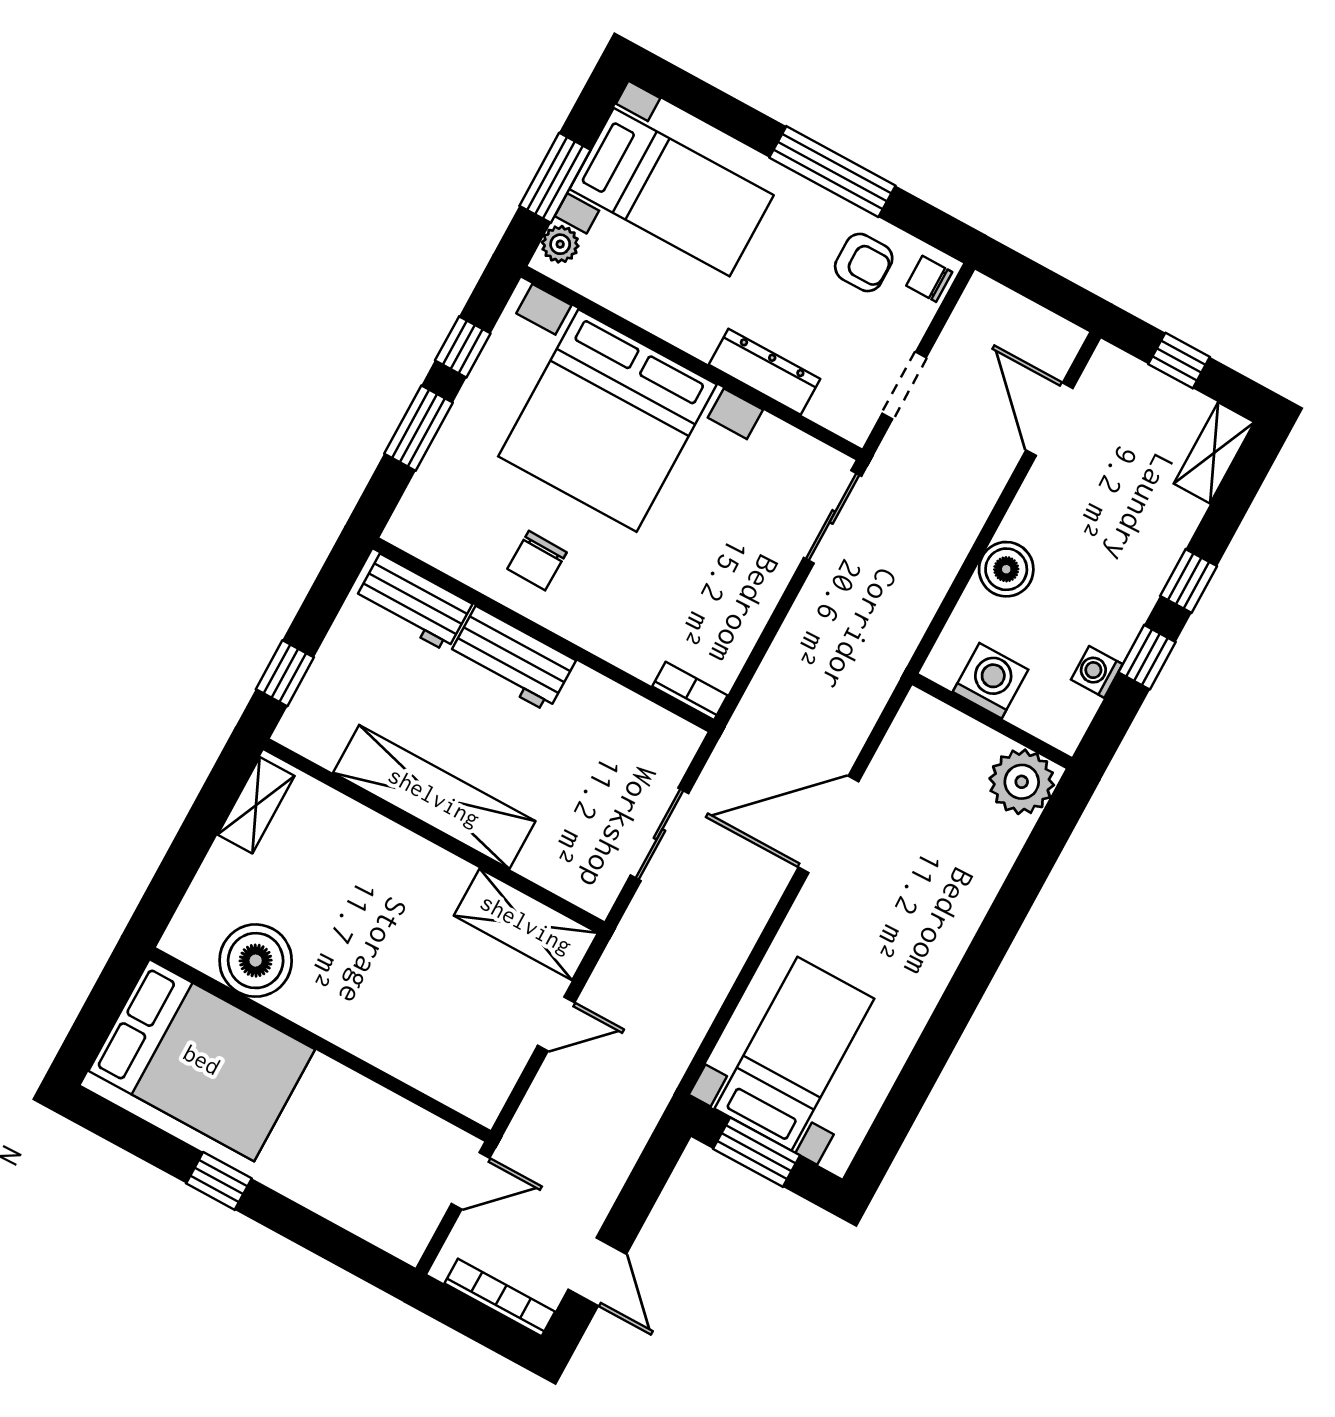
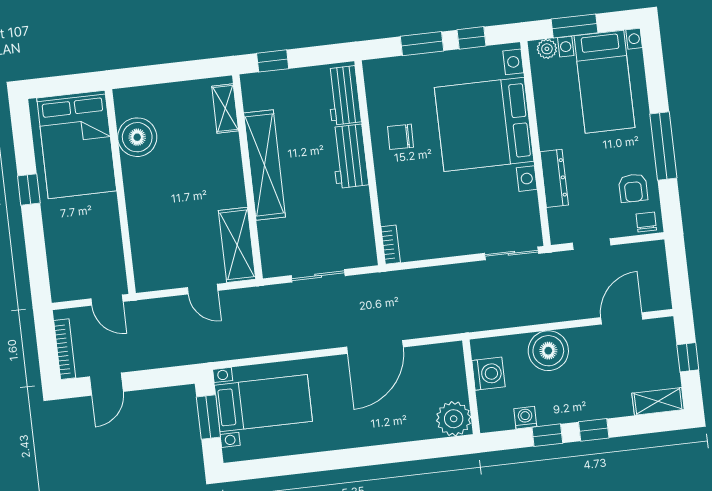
boiler: (1006, 569) -> (548, 351), width x1.37, depth x1.37
shelving: (256, 805) -> (225, 108), moved, turned 90
door: (828, 824) -> (375, 347), swing flipped

